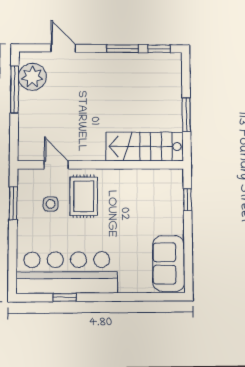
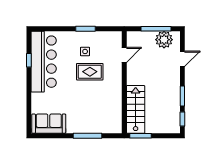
stairs: (145, 147) -> (136, 109), moved
door: (56, 165) -> (124, 55), moved
wall: (101, 165) -> (124, 82), moved
window: (188, 200) -> (87, 136), width x2.17

